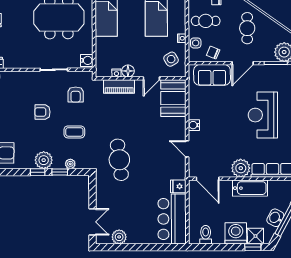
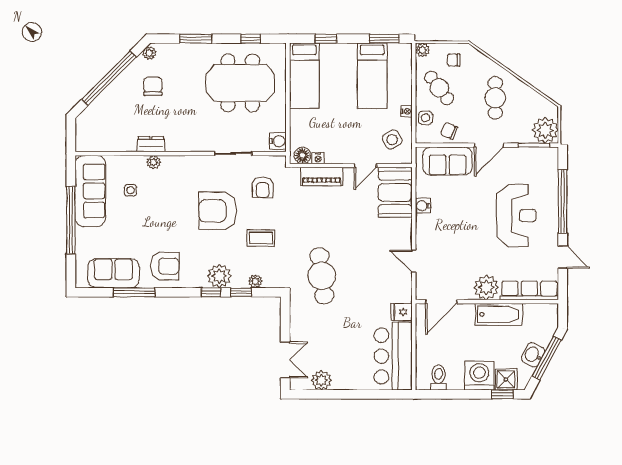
cafe table: (206, 21) -> (439, 88), turned 53
floor lamp: (128, 71) -> (302, 156), moved
armchair: (42, 112) -> (218, 211), width x1.88, depth x1.88
reception desk: (263, 115) -> (516, 216), turned 180
water cooler: (194, 125) -> (423, 206), moved
door: (208, 179) -> (441, 302), hinge flipped

